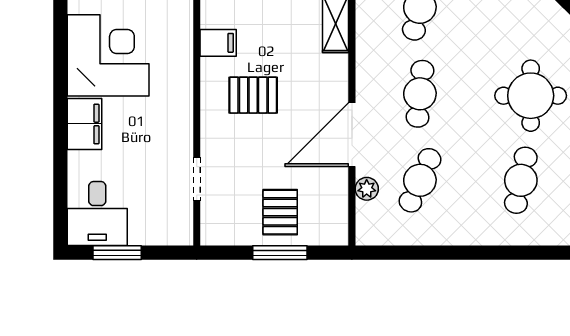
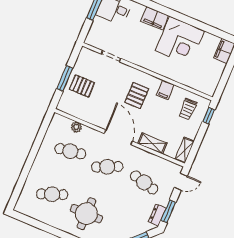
cafe table: (420, 94) -> (107, 167), turned -30
door: (352, 135) -> (118, 137), moved
cafe table: (420, 180) -> (70, 151), turned -33
cafe table: (521, 180) -> (52, 194), turned -33

